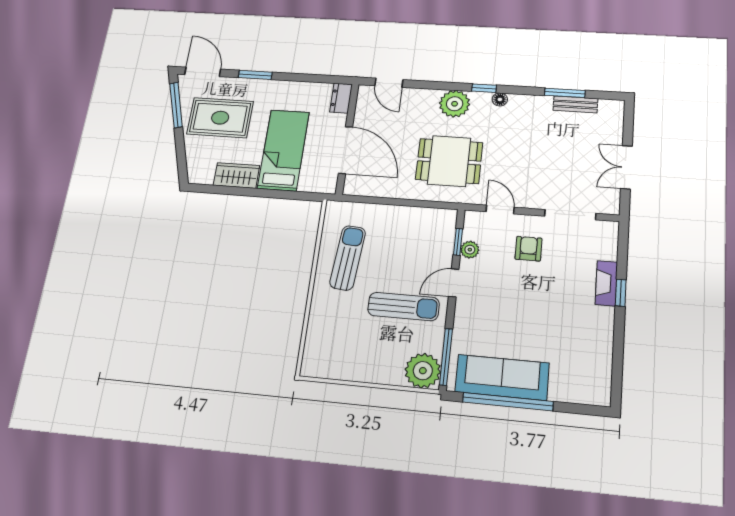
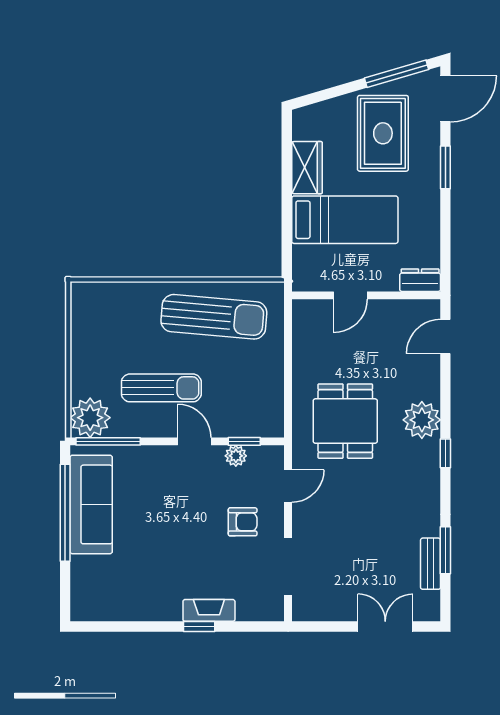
floor lamp: (500, 99) -> (431, 474), removed
door: (345, 150) -> (350, 295), width x0.53
double door: (626, 167) -> (385, 627), moved
sun lounger: (348, 258) -> (214, 317), width x1.36, depth x1.34
sun lounger: (403, 307) -> (161, 388), turned -90

